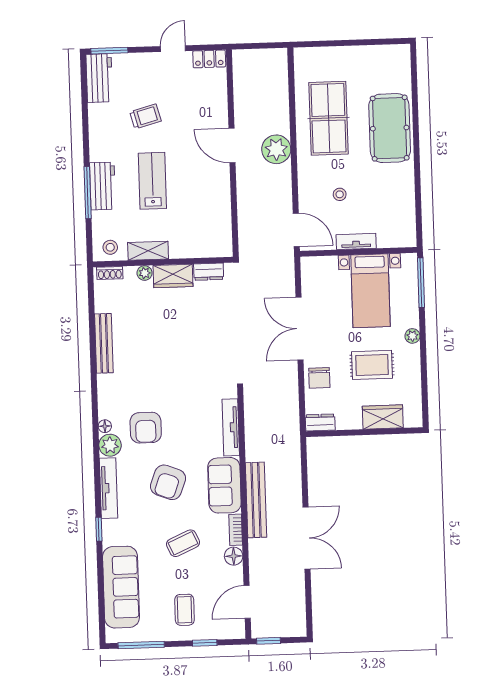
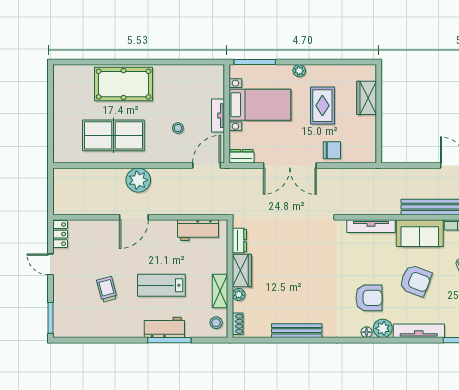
workbench: (99, 78) -> (198, 230), moved, turned 180
dresser: (320, 422) -> (242, 156), moved, turned 90

